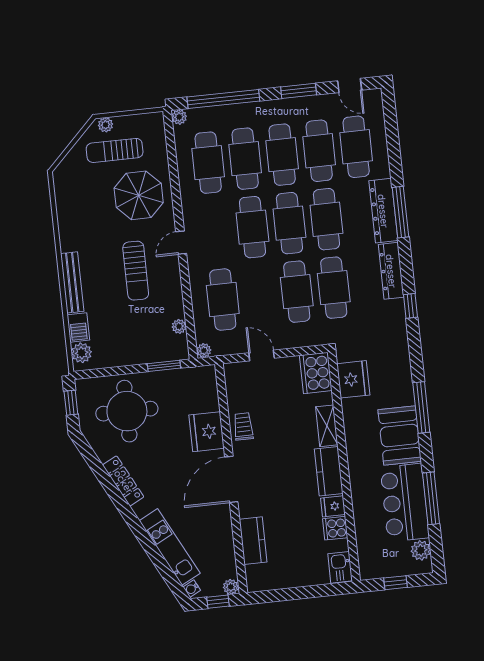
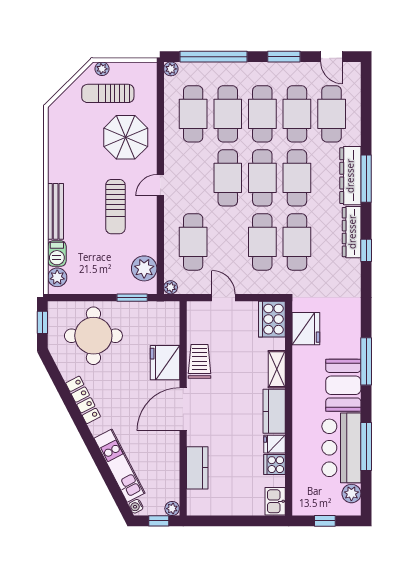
window: (410, 306) -> (366, 250), moved
plant: (179, 326) -> (144, 268), width x1.87, depth x1.87
trolley: (243, 426) -> (200, 361), width x1.36, depth x1.39

